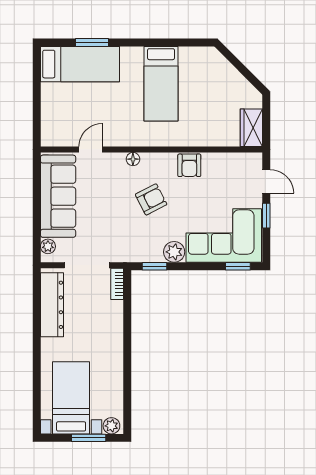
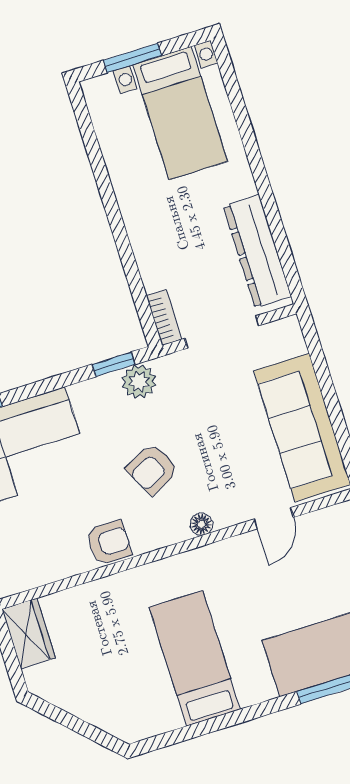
armchair: (189, 165) -> (109, 543), turned 90
plant: (48, 246) -> (293, 343), removed
plant: (174, 252) -> (139, 381), moved
plant: (111, 426) -> (102, 89), removed

